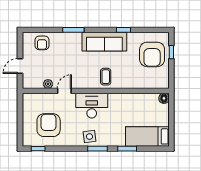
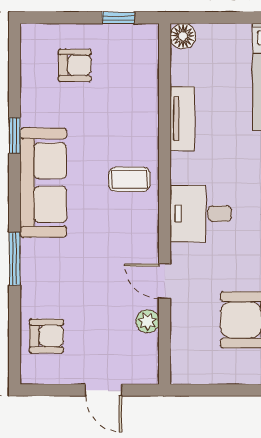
window: (171, 52) -> (118, 18), moved
armchair: (152, 54) -> (75, 65), width x0.53, depth x0.53
tv unit: (130, 98) -> (182, 119), added
desk: (92, 106) -> (201, 214), width x0.73

